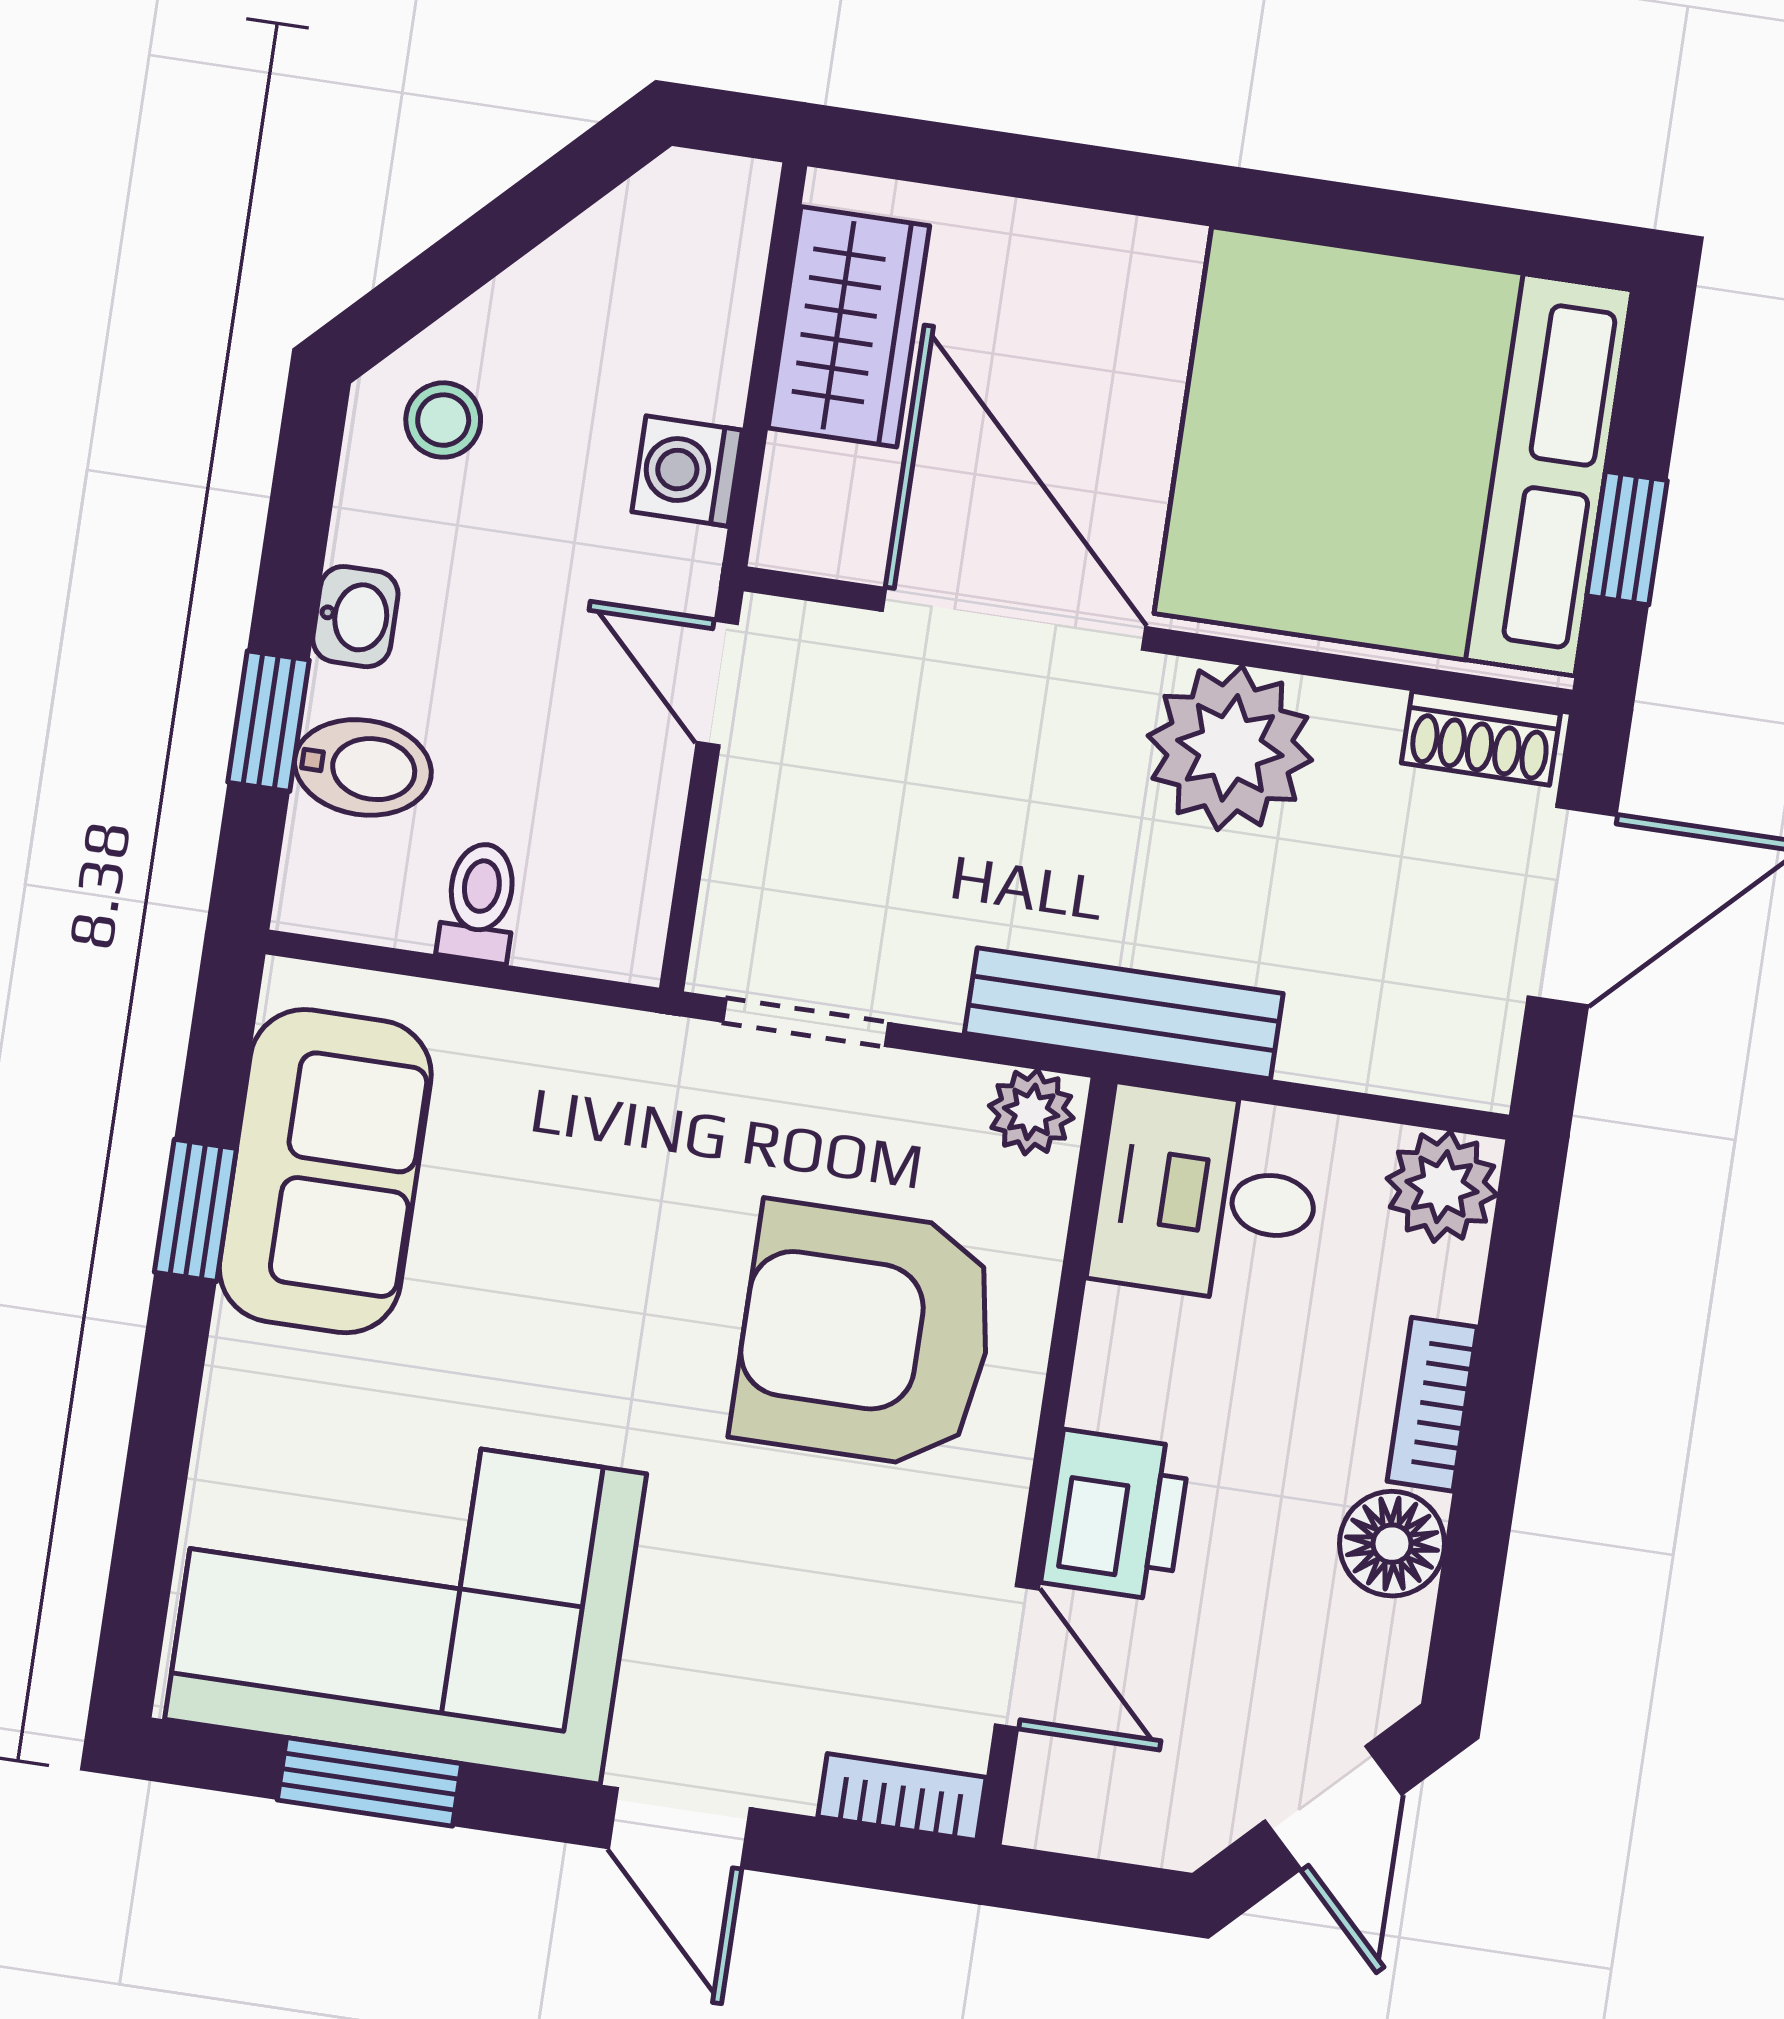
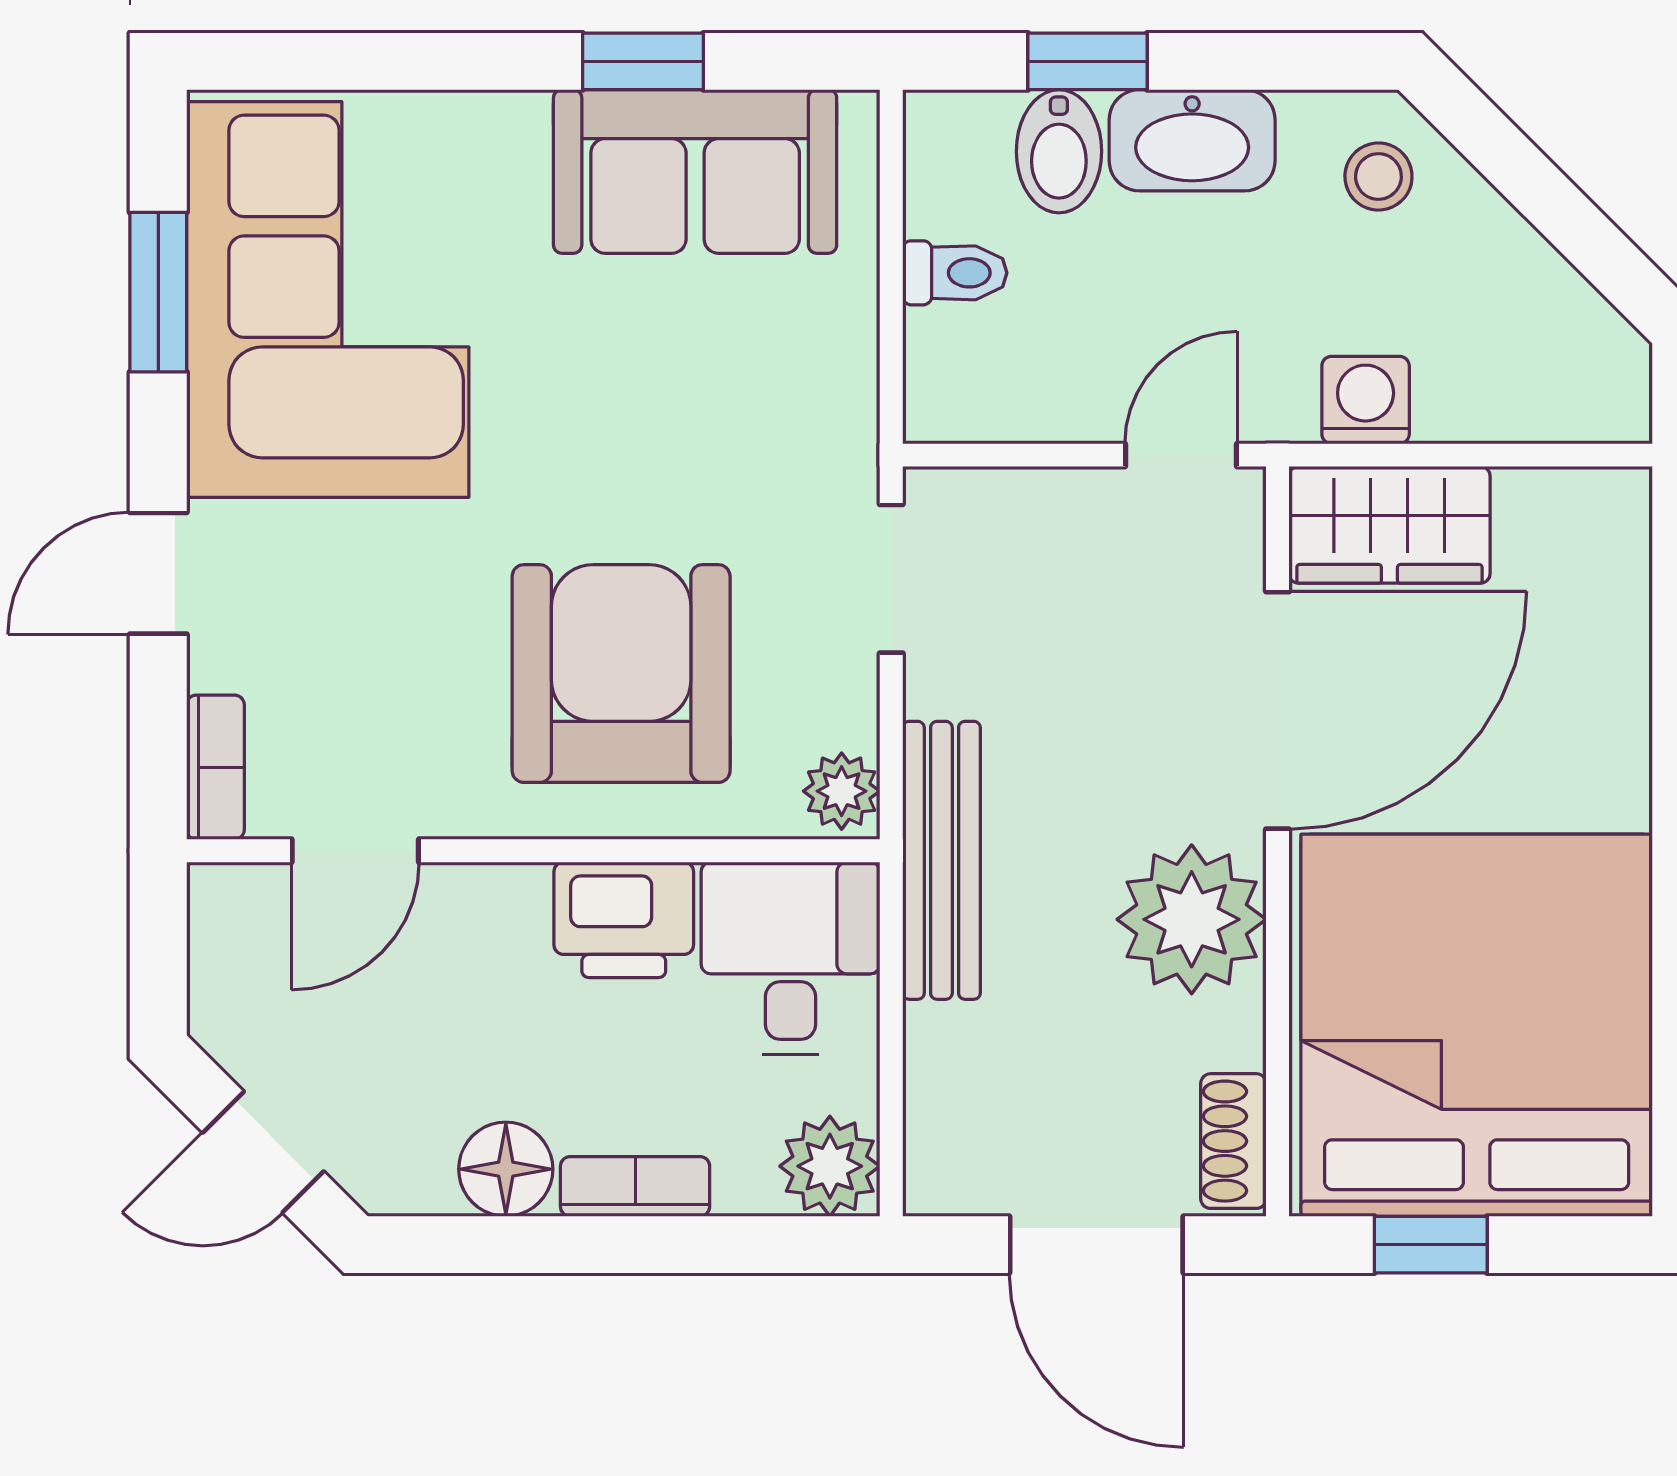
wardrobe: (849, 327) -> (1389, 525), moved
washbasin: (355, 617) -> (1192, 140), width x1.91, depth x1.45
printer: (1116, 1515) -> (624, 920), moved

